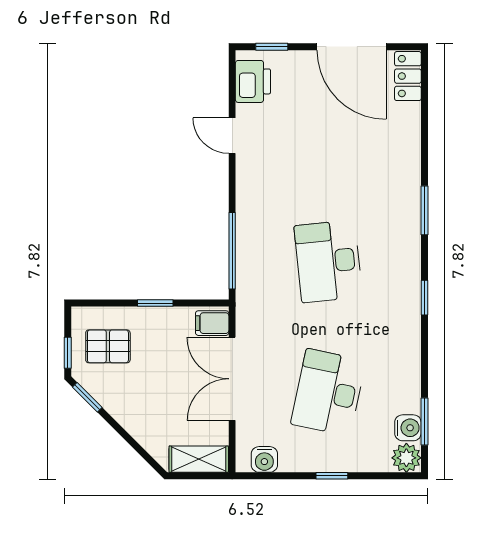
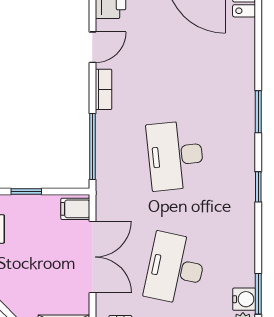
door: (232, 136) -> (92, 47), swing flipped
bookcase: (245, 185) -> (104, 89), added
double door: (232, 379) -> (92, 257), swing flipped

